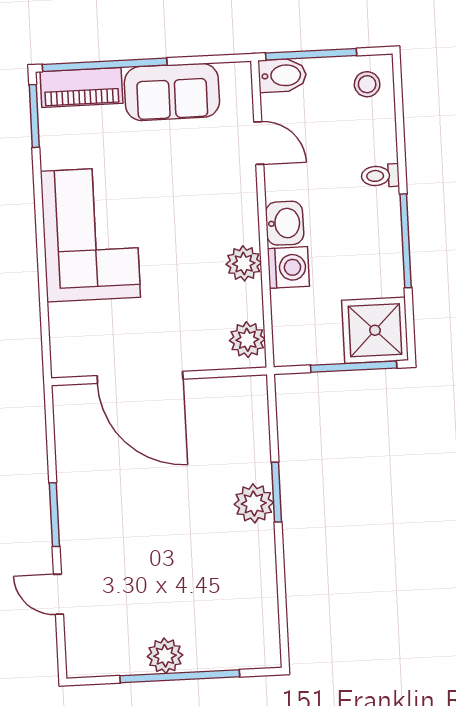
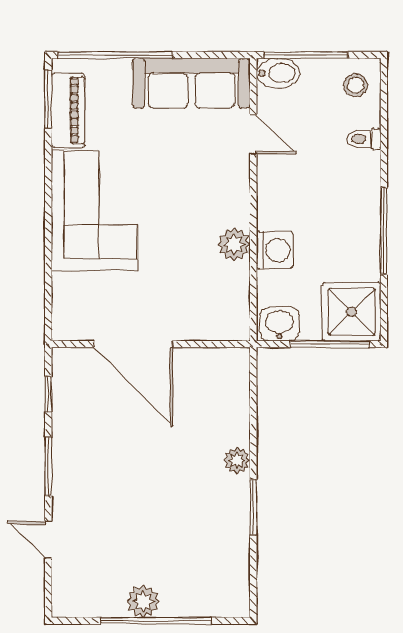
piano: (81, 87) -> (68, 110), moved, turned -90
sofa: (172, 92) -> (191, 83), width x1.36
toilet: (380, 176) -> (364, 139), moved
washbasin: (285, 223) -> (279, 324), moved, turned -90
plant: (247, 340) -> (234, 315), removed
window: (50, 436) -> (48, 394), added
window: (276, 492) -> (253, 507), moved
plant: (254, 503) -> (237, 460), width x0.73, depth x0.73

